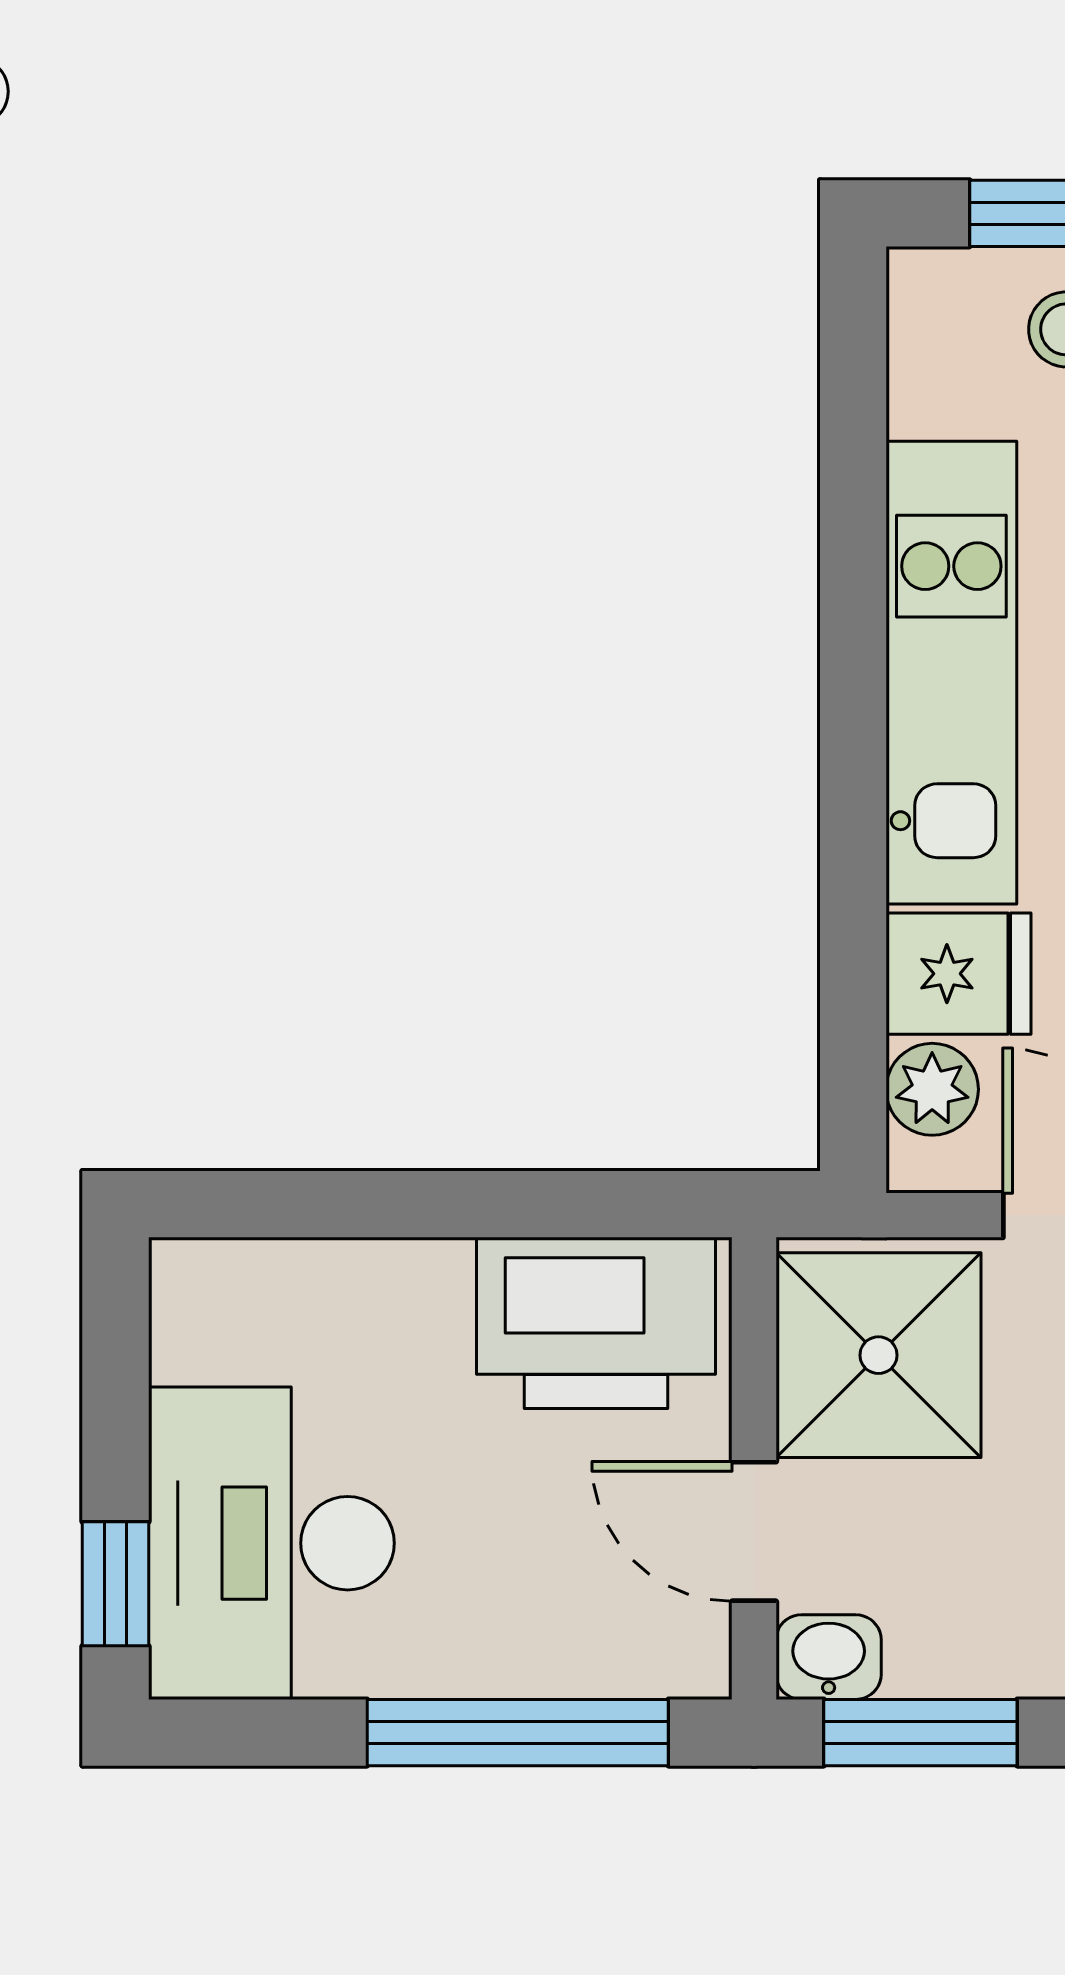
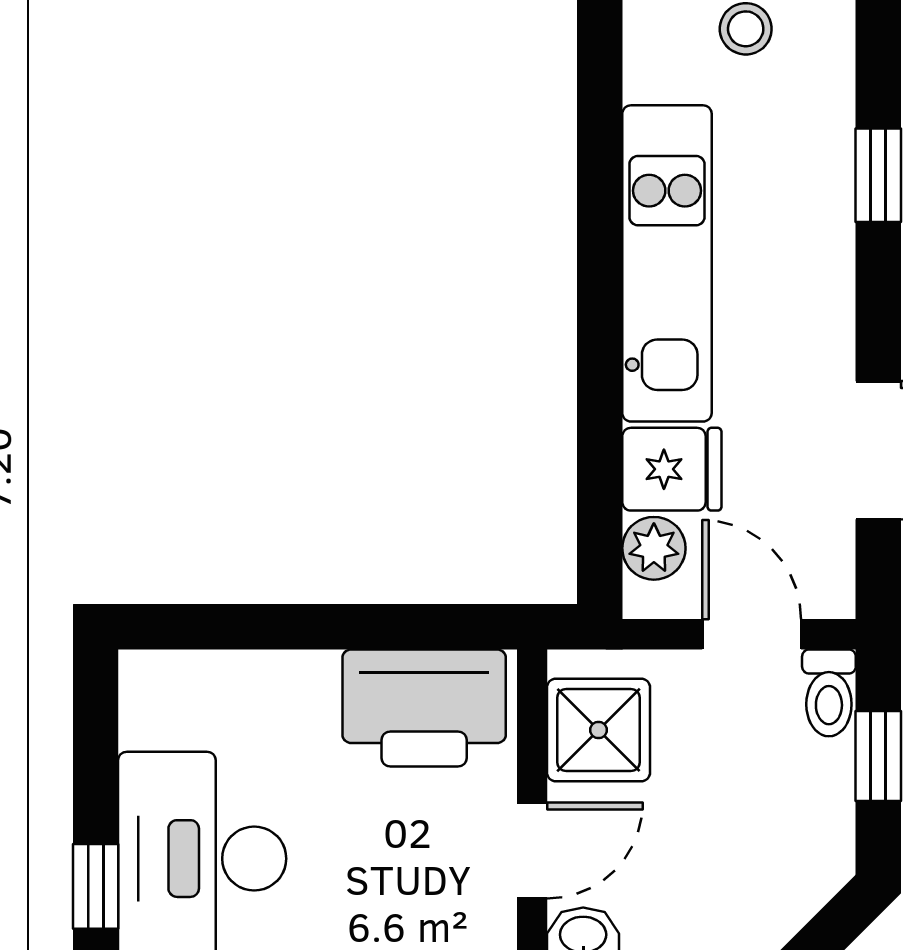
shower: (878, 1355) -> (599, 730), width x0.73, depth x0.73
door: (754, 1531) -> (532, 851), swing flipped

